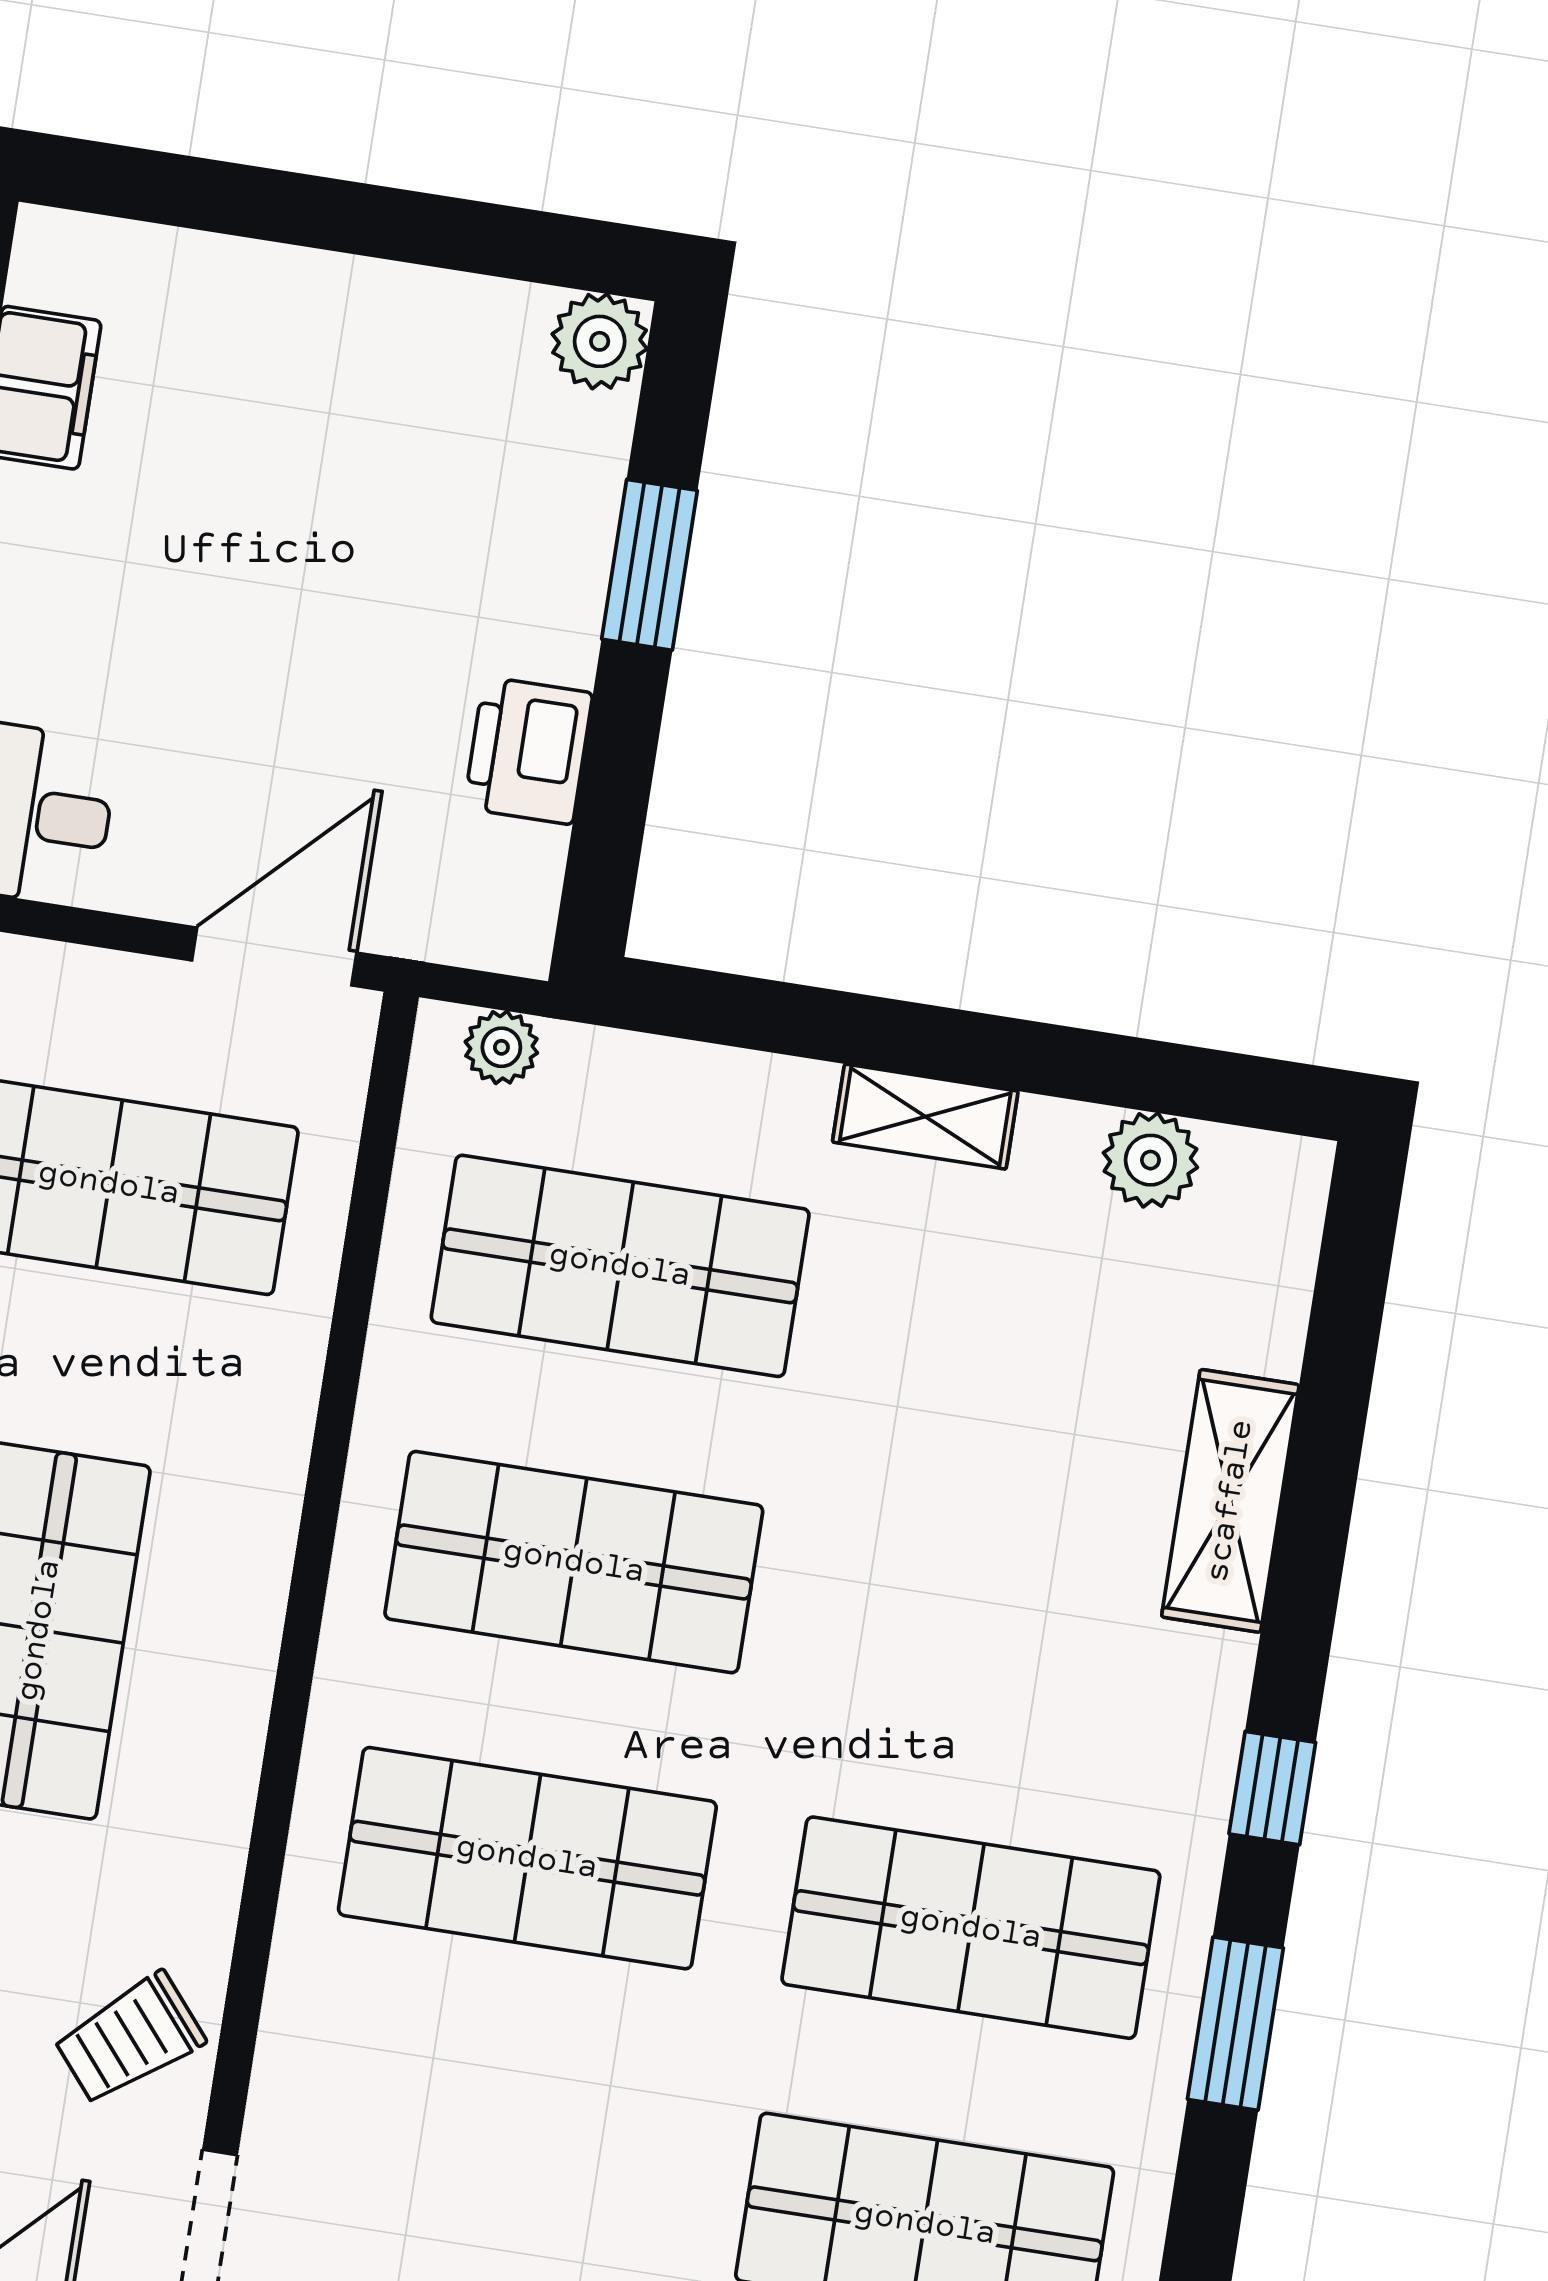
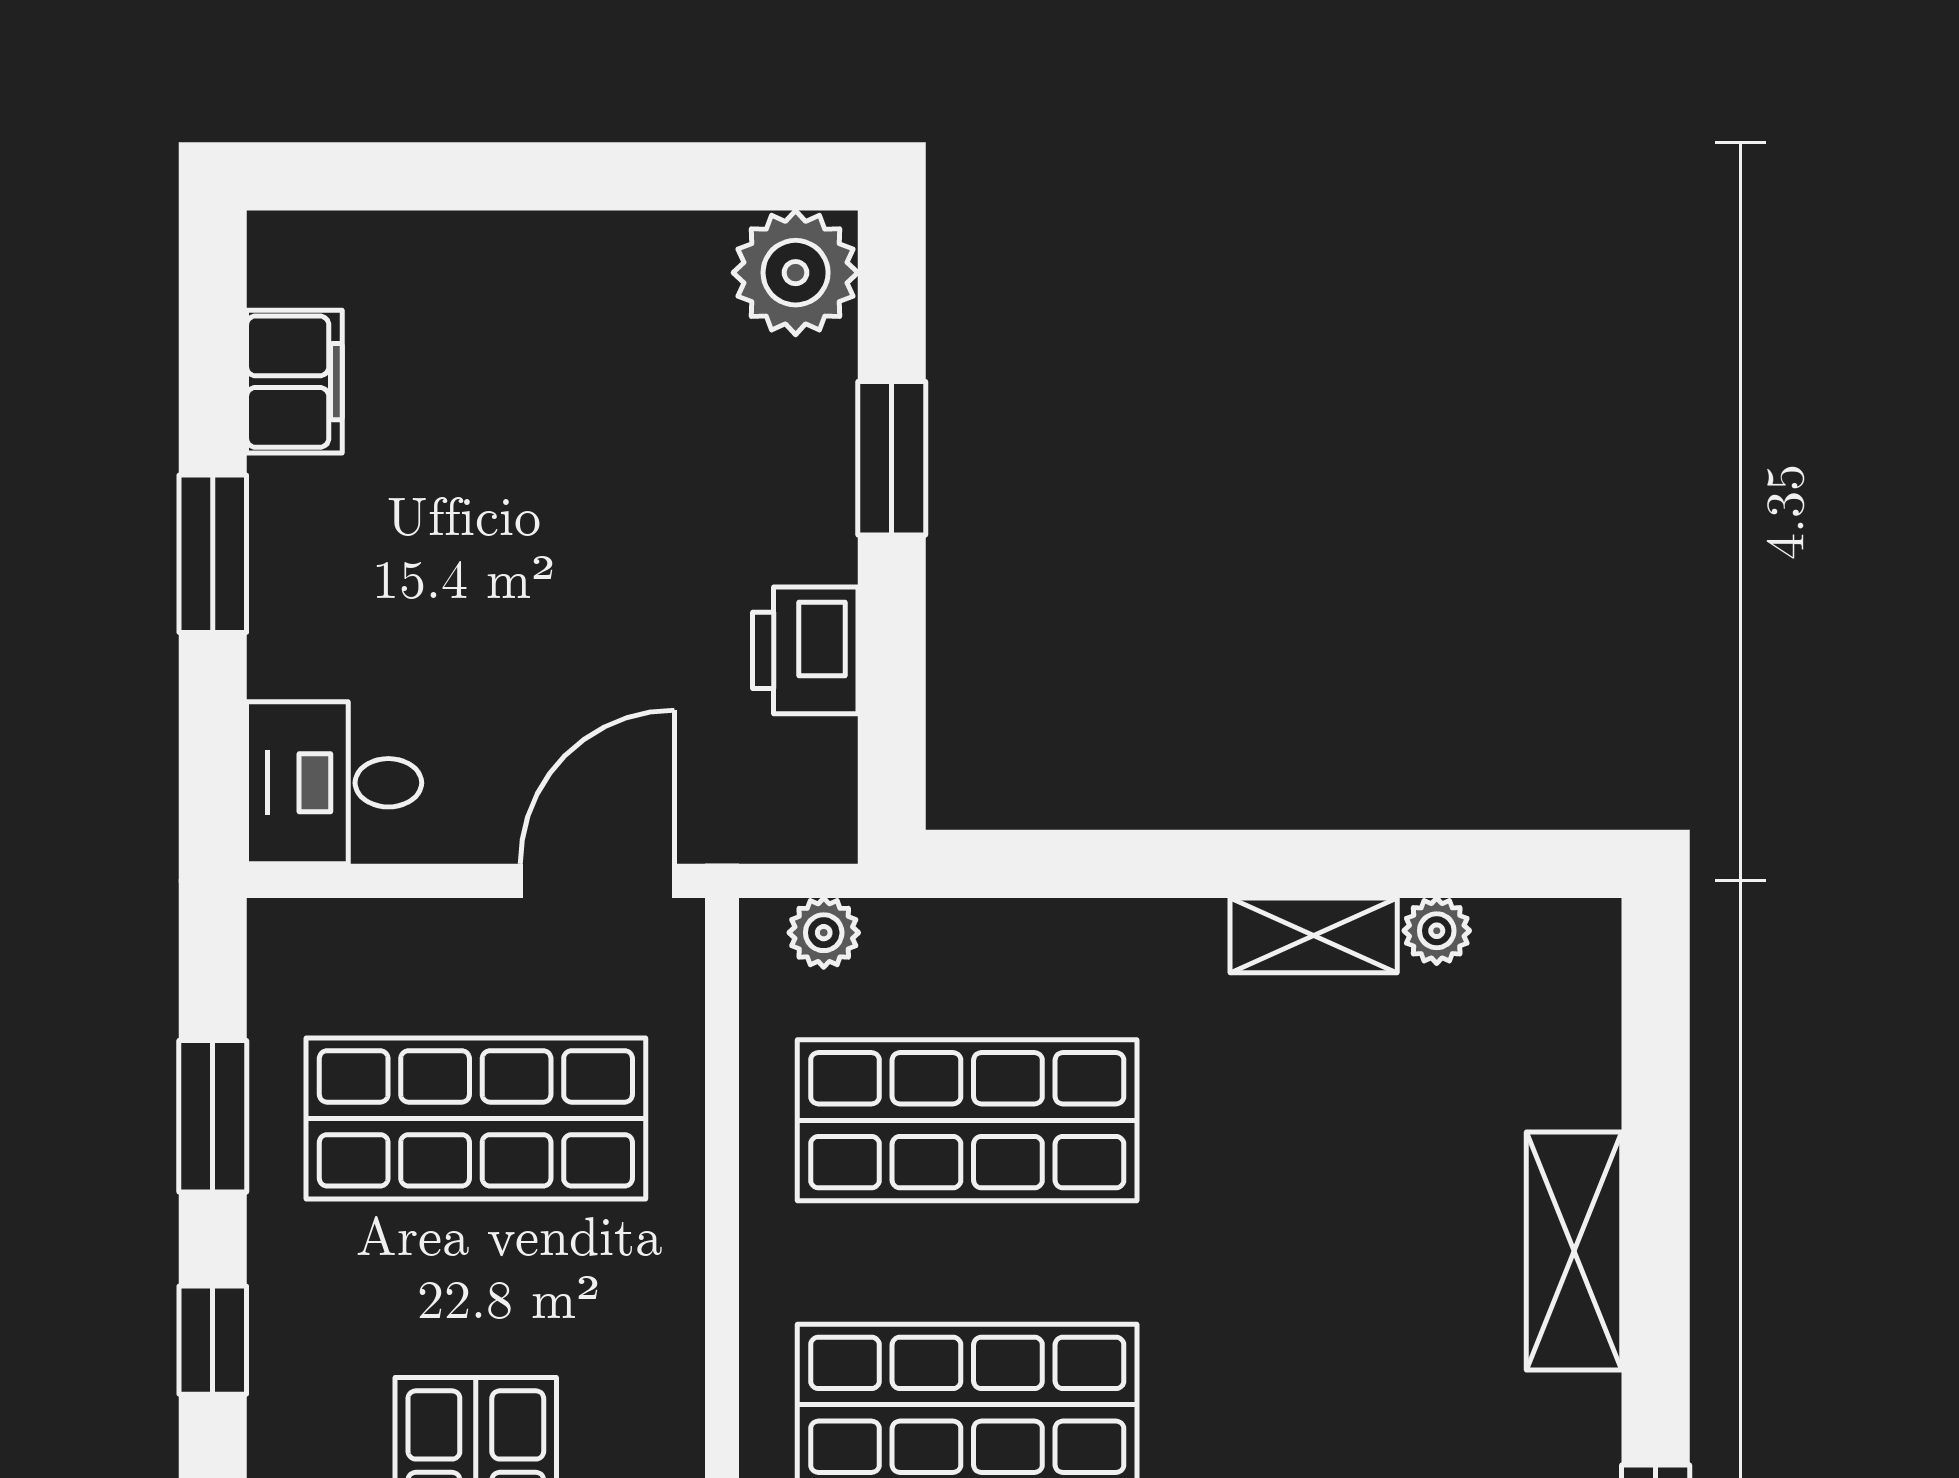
plant: (600, 341) -> (796, 273), width x1.36, depth x1.36
shelving: (925, 1117) -> (1314, 935), moved
plant: (1150, 1160) -> (1437, 931), width x0.73, depth x0.73

